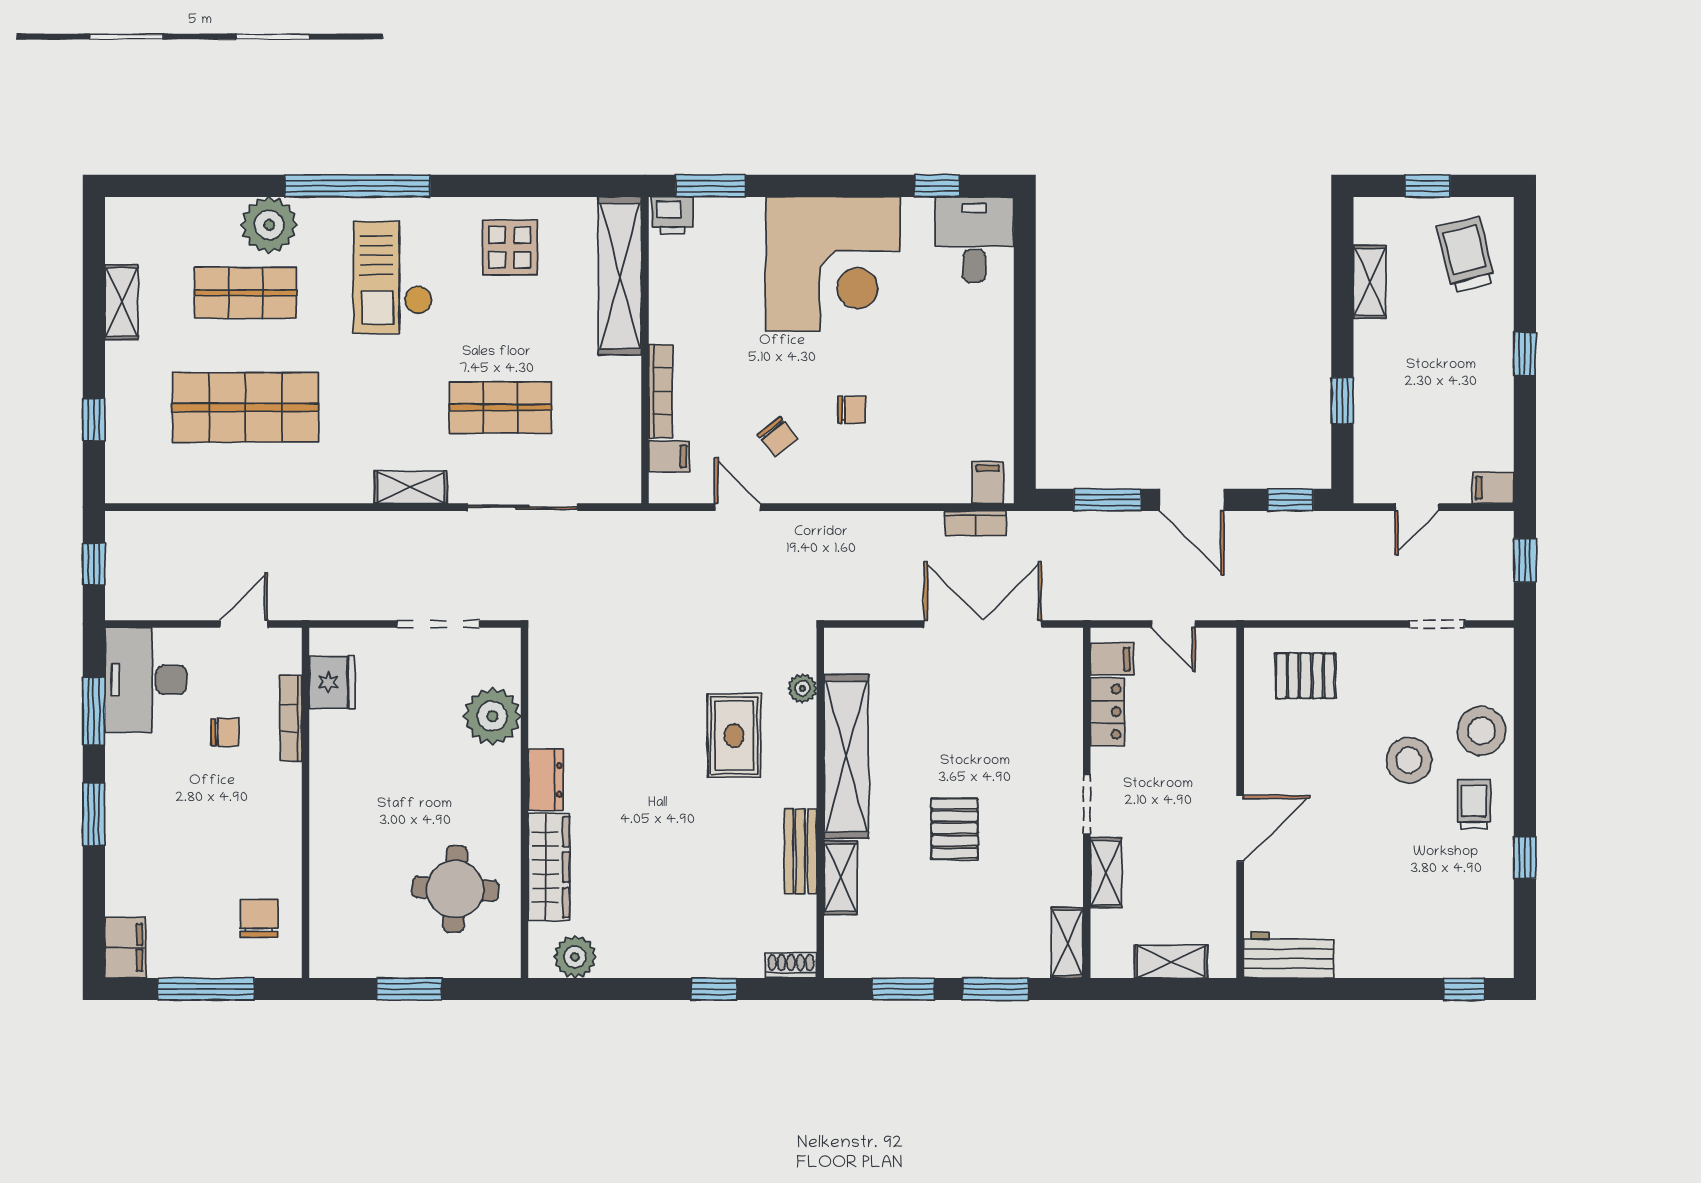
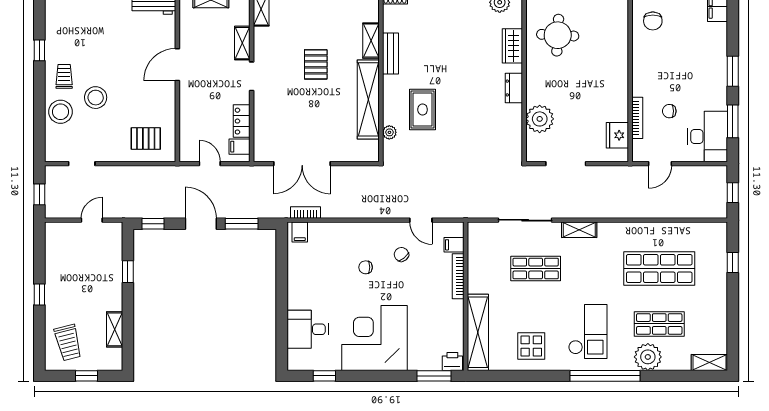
desk: (974, 239) -> (308, 329), moved, turned 90
shelving: (122, 302) -> (709, 362), moved, turned 90
filing cabinet: (1493, 488) -> (55, 230), removed
trolley: (1474, 804) -> (64, 76), turned 180
wardrobe: (549, 867) -> (512, 46), width x0.67

